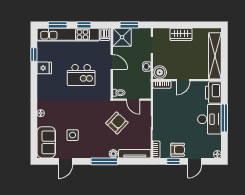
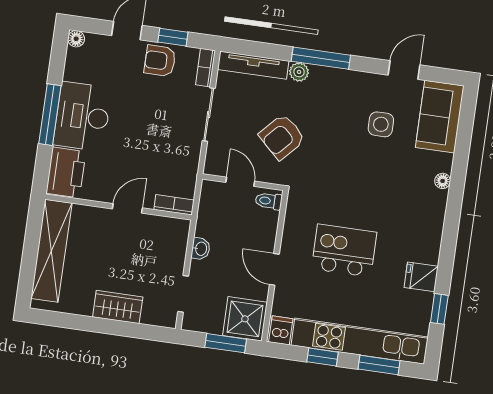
boiler: (160, 72) -> (175, 232), removed

